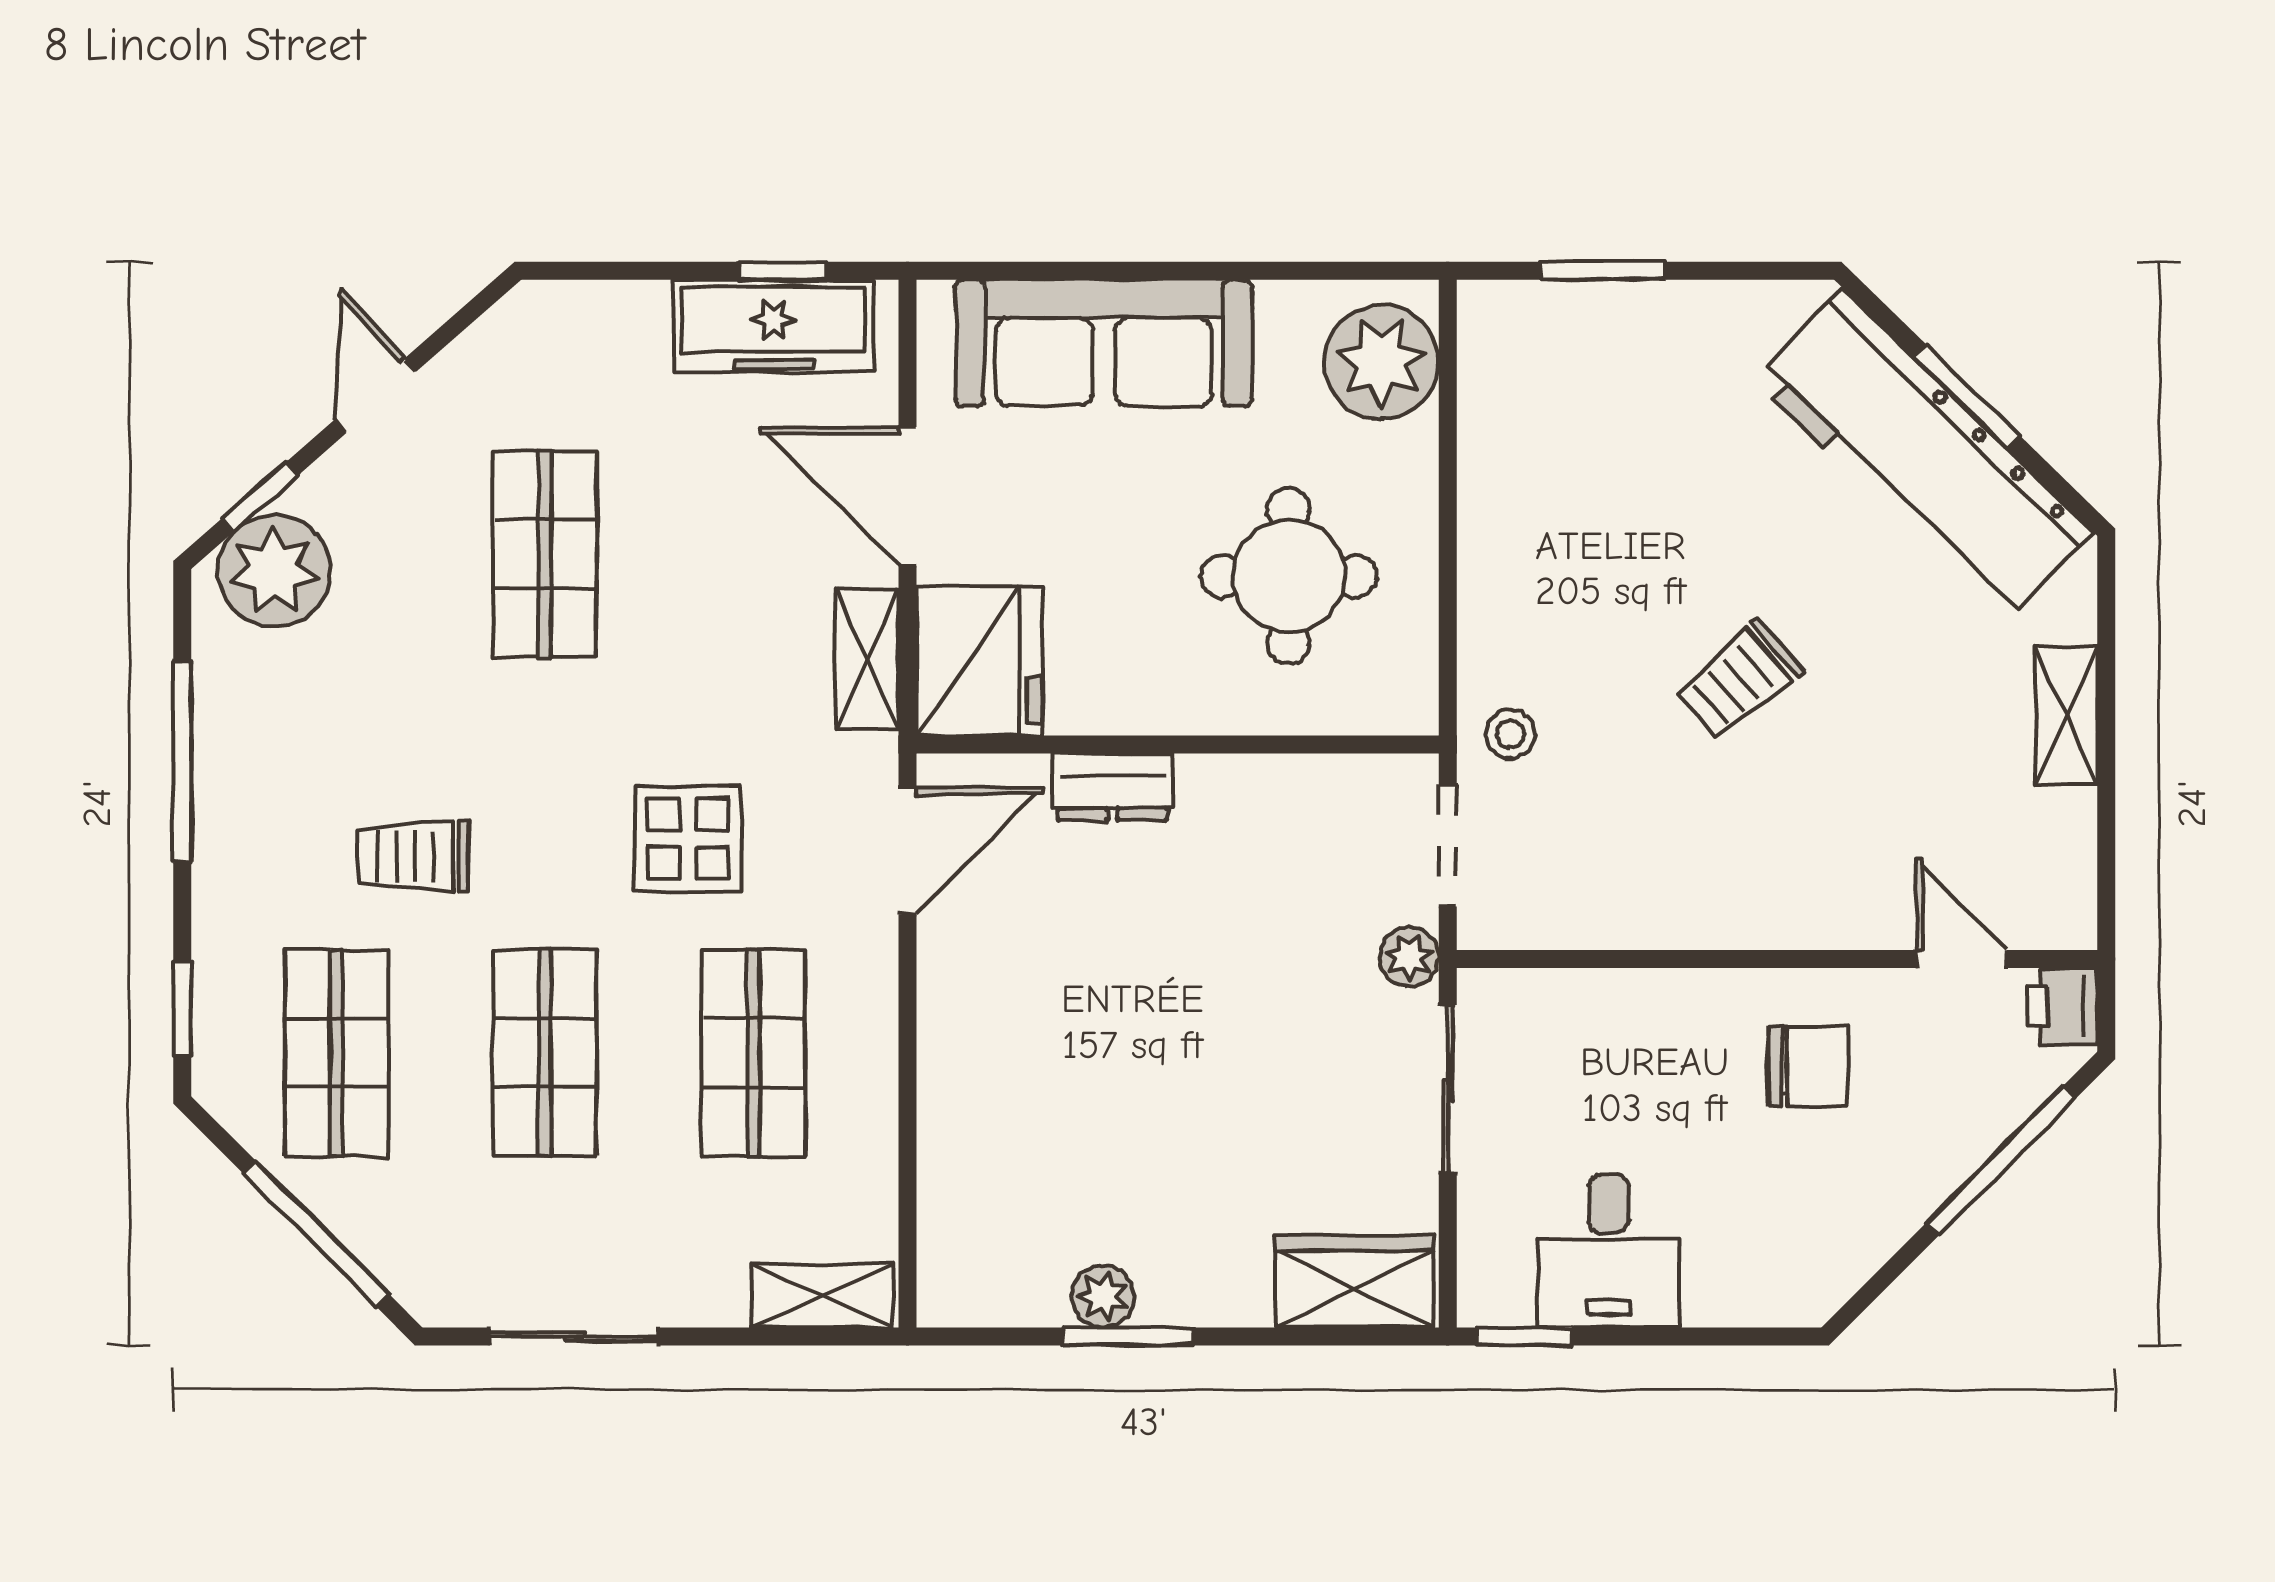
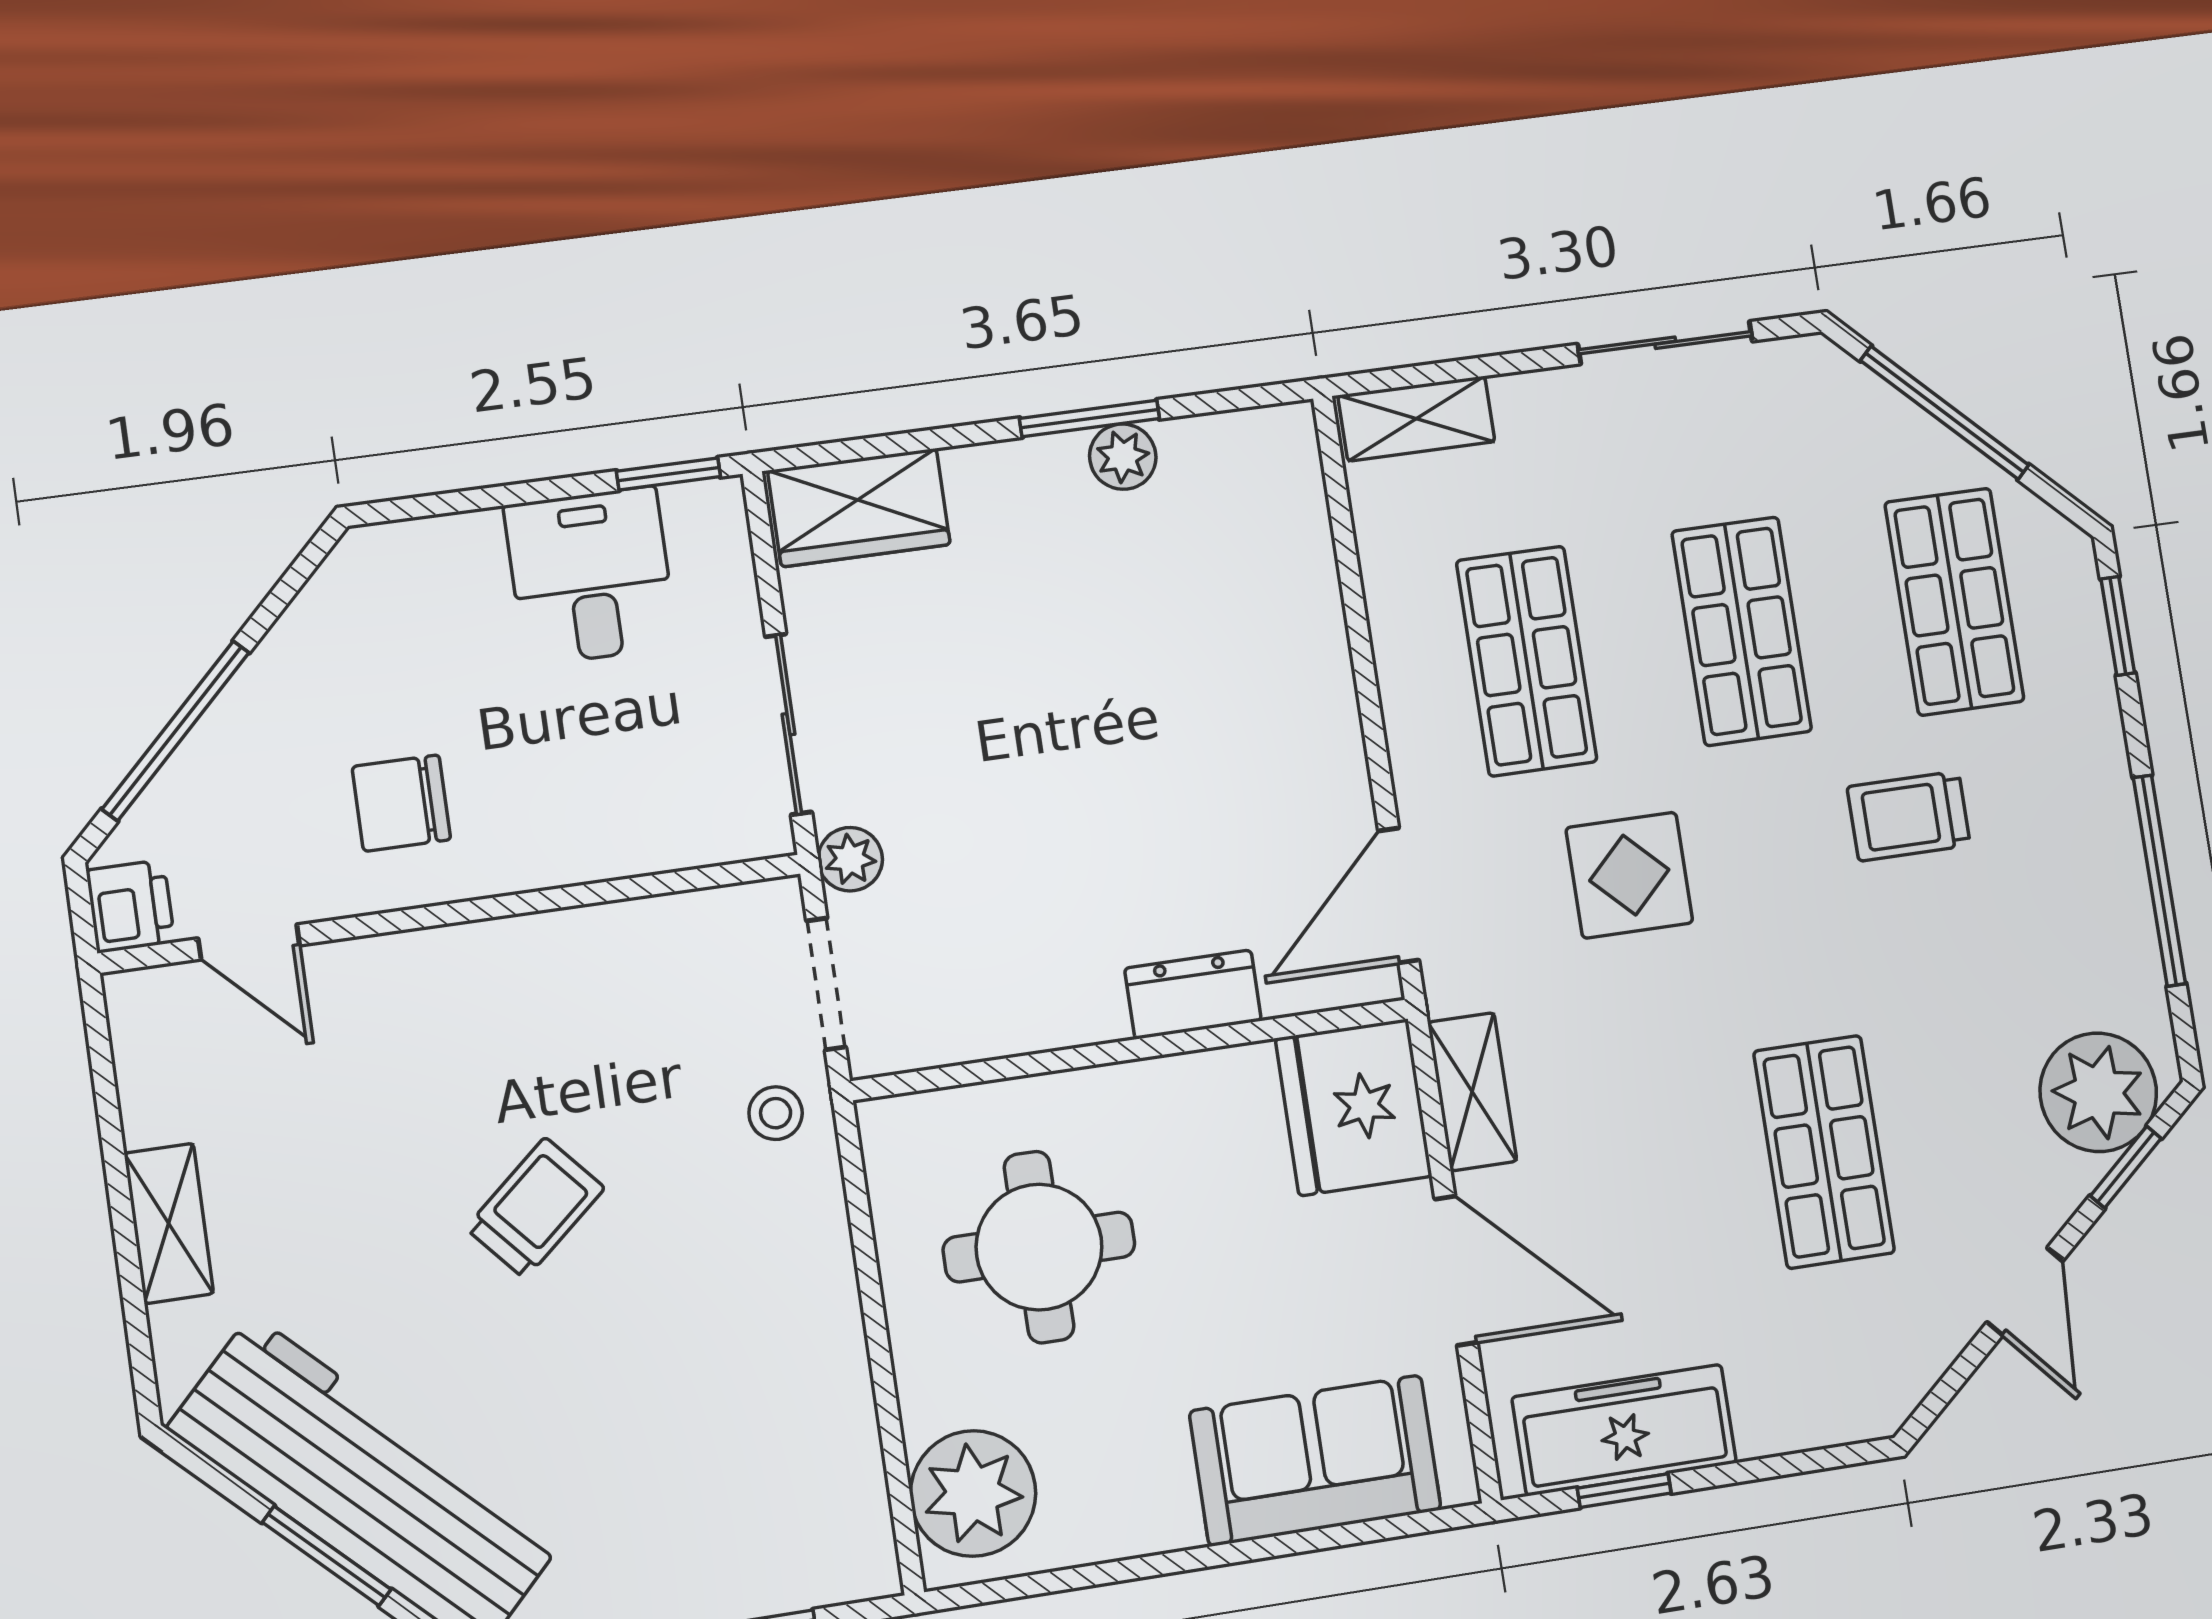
sofa: (1104, 343) -> (1315, 1460), width x0.73
trolley: (413, 856) -> (1909, 816), turned 180

